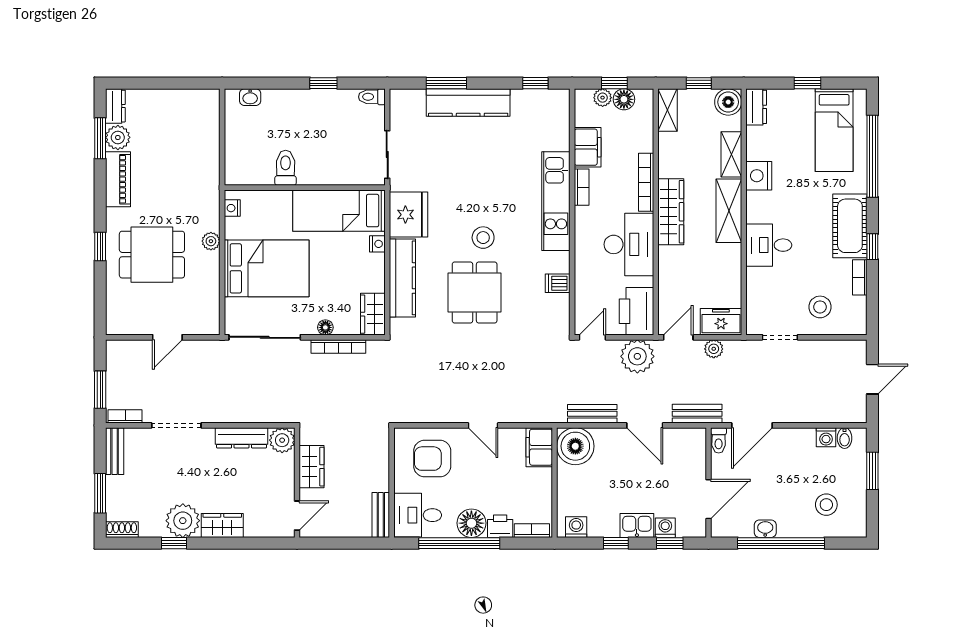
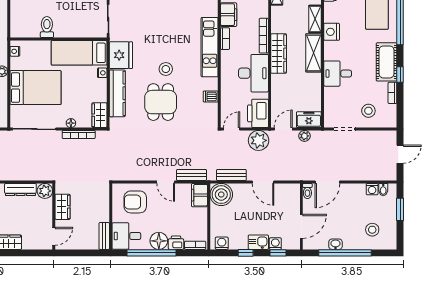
bench: (697, 414) -> (192, 175), moved

